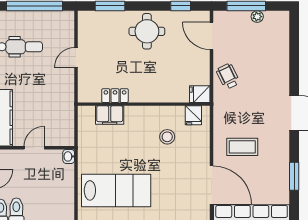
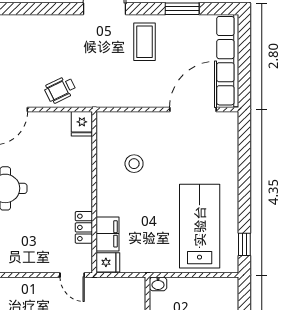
door: (76, 58) -> (72, 275), moved
fridge: (193, 115) -> (108, 262), moved
coffee table: (242, 147) -> (145, 42), moved

